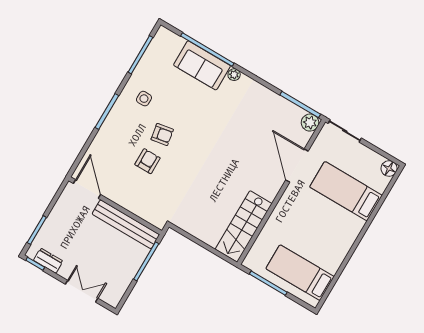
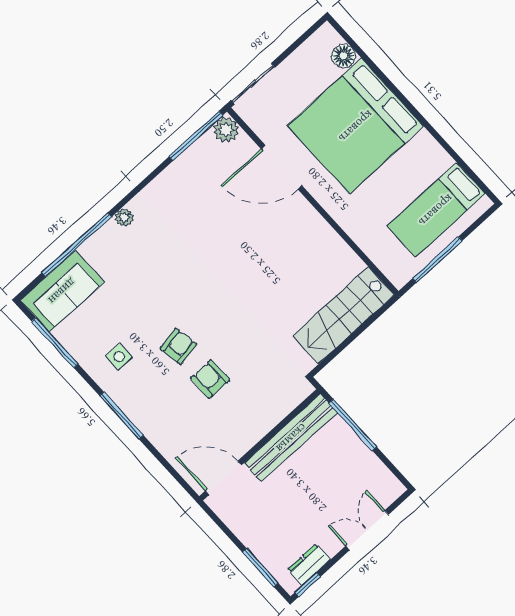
sofa: (202, 65) -> (62, 291), moved
floor lamp: (389, 168) -> (343, 56), moved
bed: (346, 191) -> (356, 126), width x2.04
stairs: (244, 226) -> (343, 315), moved, turned 90

